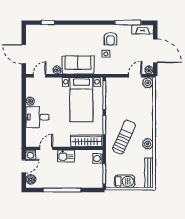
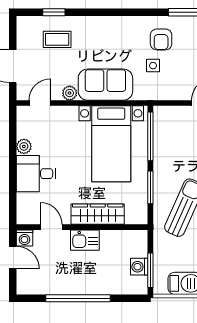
coffee table: (50, 39) -> (57, 39), added
wardrobe: (86, 141) -> (98, 214), moved
door: (46, 148) -> (51, 227), hinge flipped
washing machine: (98, 159) -> (139, 267), moved
door: (24, 166) -> (13, 258), hinge flipped
boiler: (31, 179) -> (25, 280), removed

